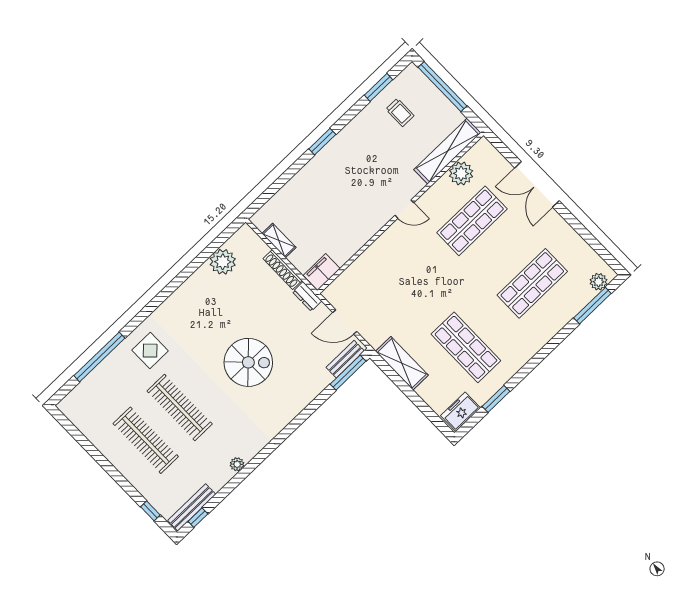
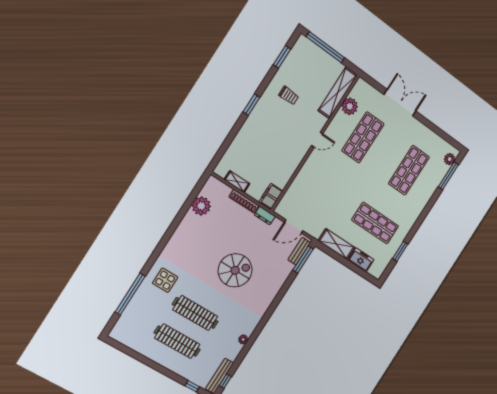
trolley: (400, 112) -> (289, 96), moved
double door: (537, 184) -> (400, 103), swing flipped
freezer: (461, 412) -> (361, 260), moved, turned 90

